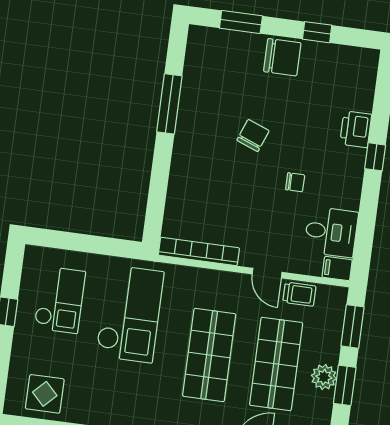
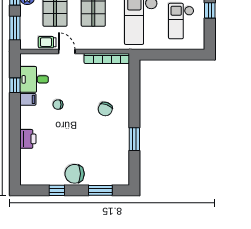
window: (169, 104) -> (134, 139), width x0.69
chair: (253, 135) -> (105, 109), moved
window: (375, 157) -> (15, 85), moved
filing cabinet: (337, 268) -> (28, 99), moved

